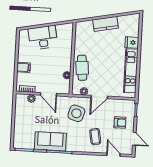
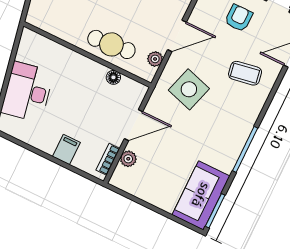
door: (99, 97) -> (177, 36), hinge flipped
sofa: (50, 141) -> (201, 195), moved

